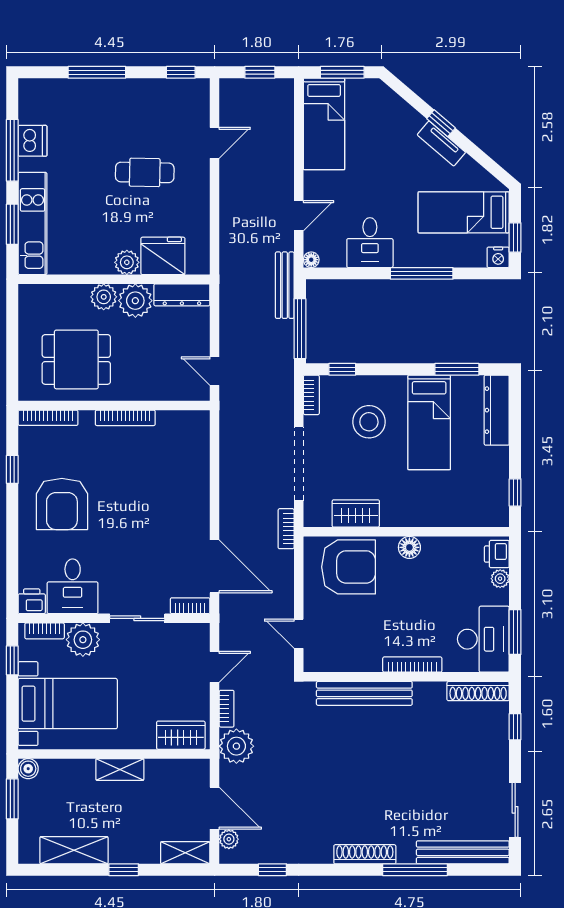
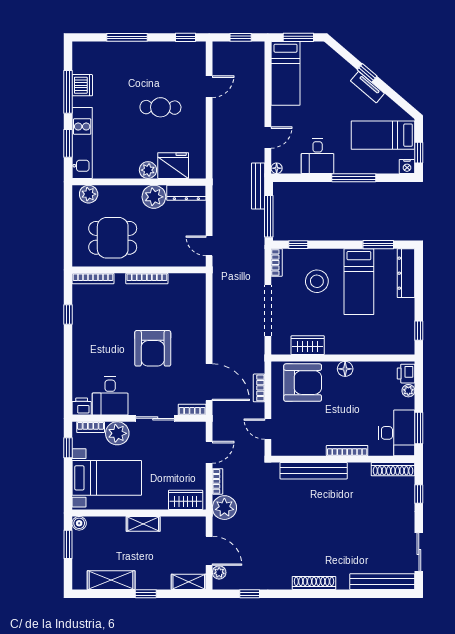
plant: (104, 297) -> (89, 194), moved
armchair: (62, 504) -> (153, 348), moved
bookcase: (286, 529) -> (259, 388), moved
window: (415, 870) -> (349, 594), removed

